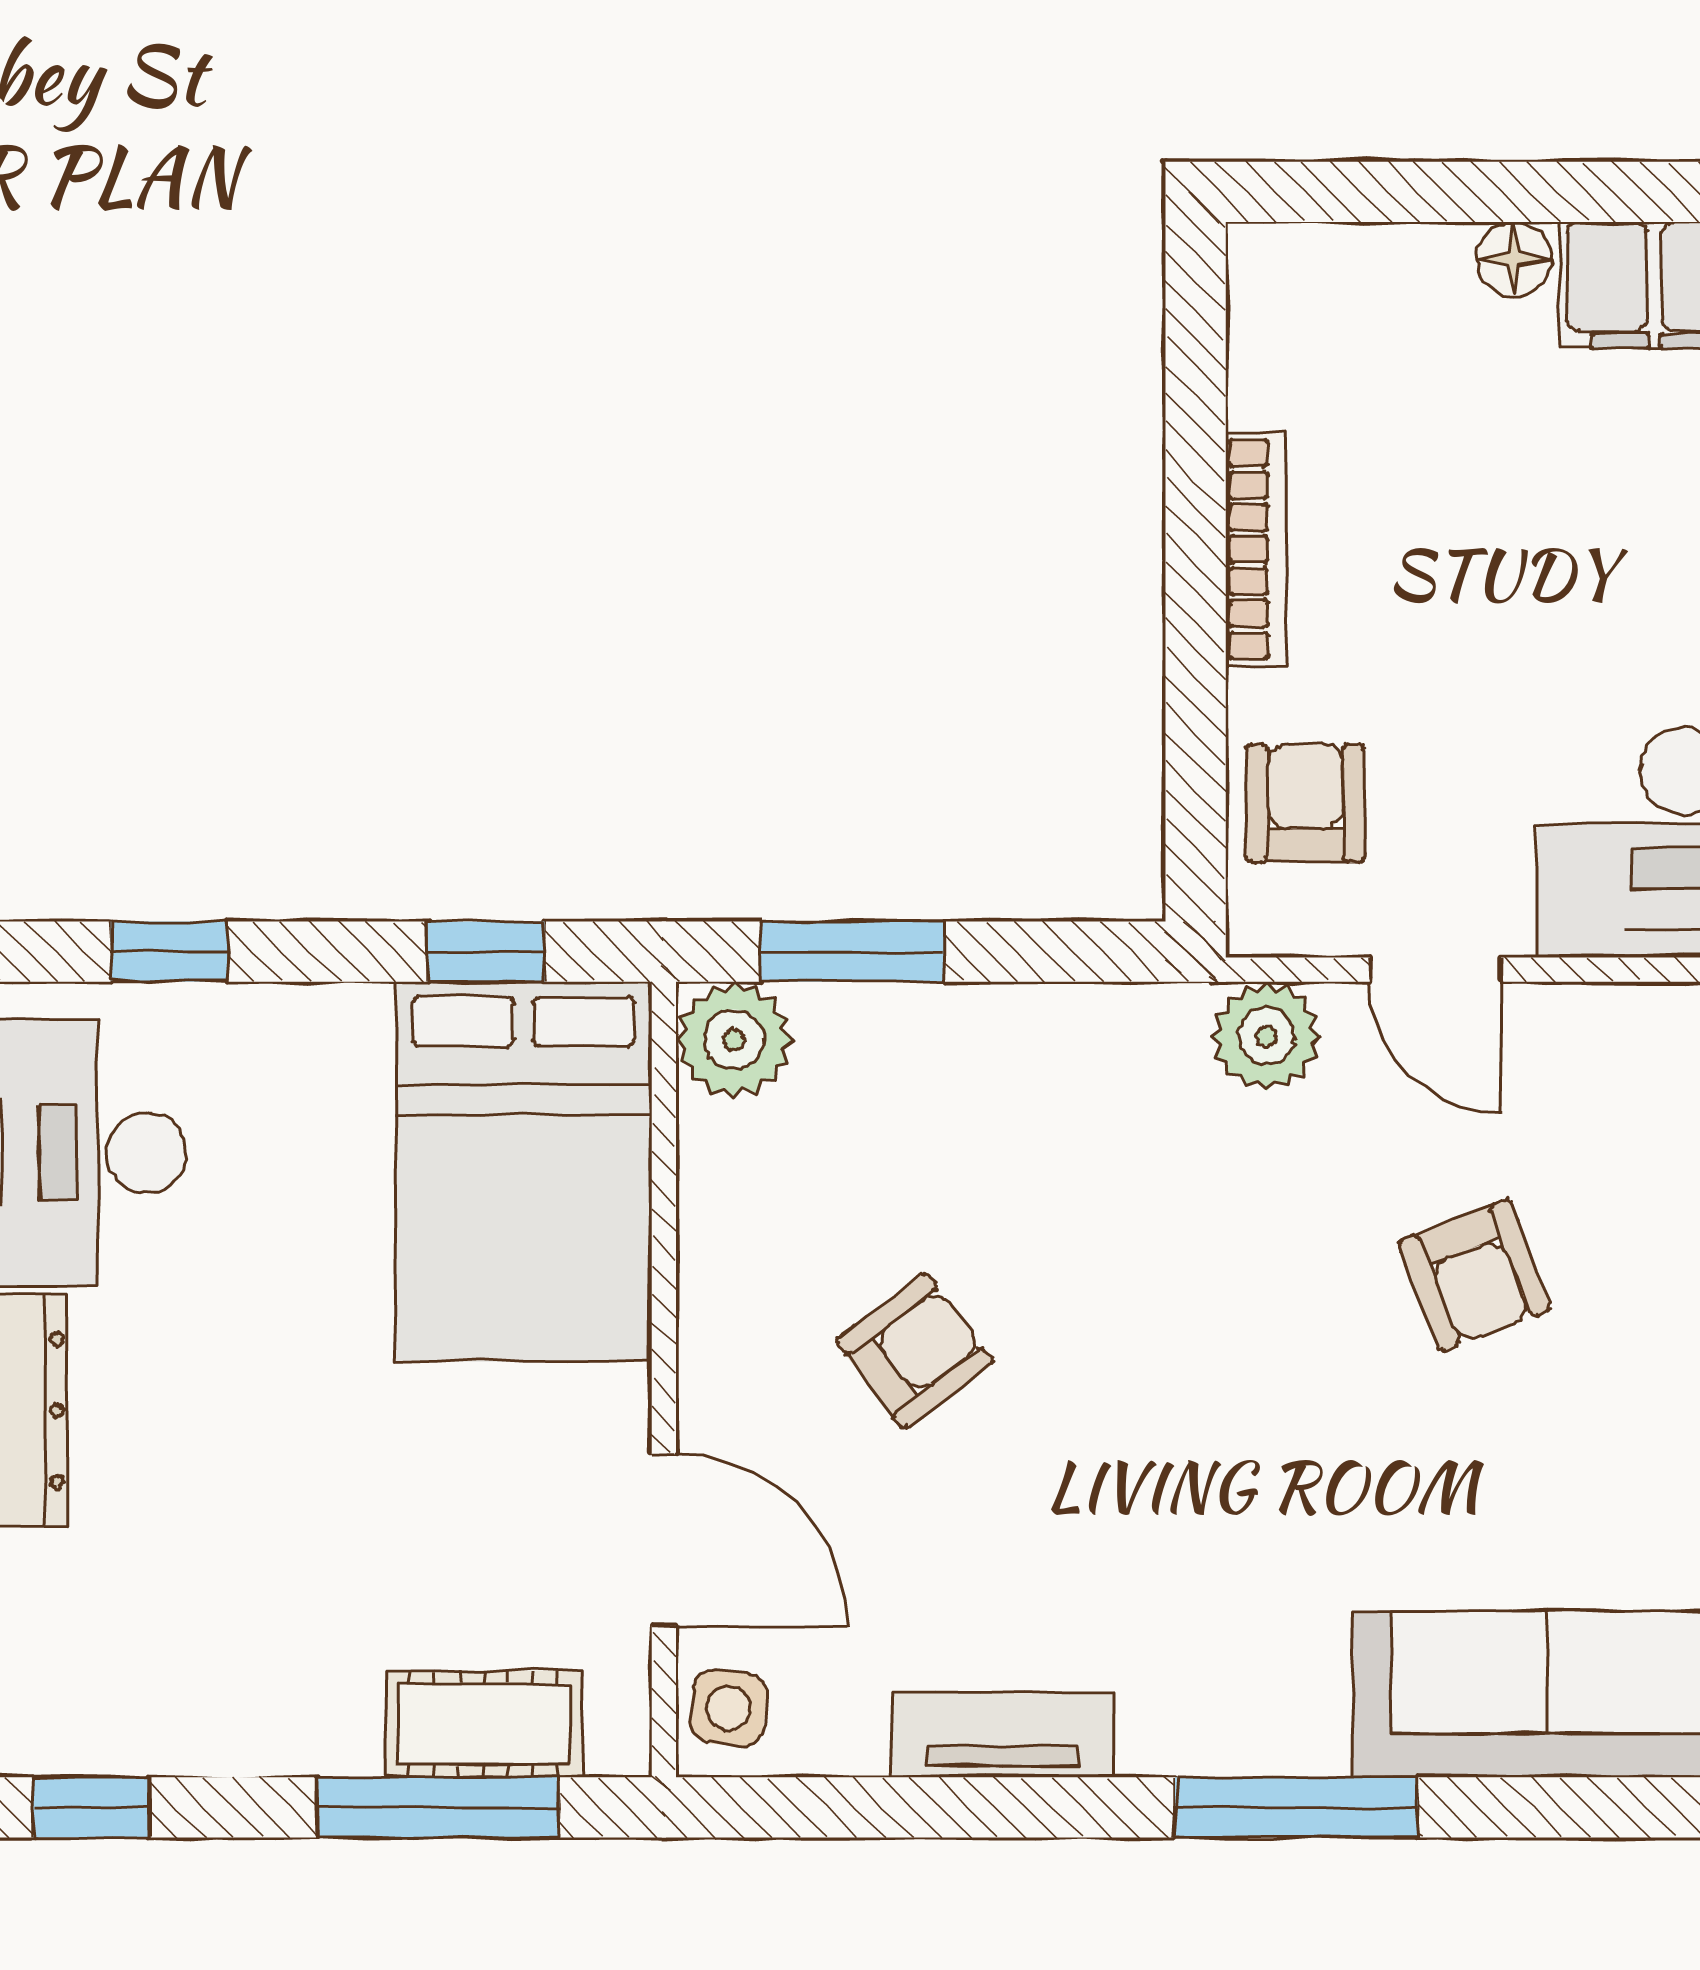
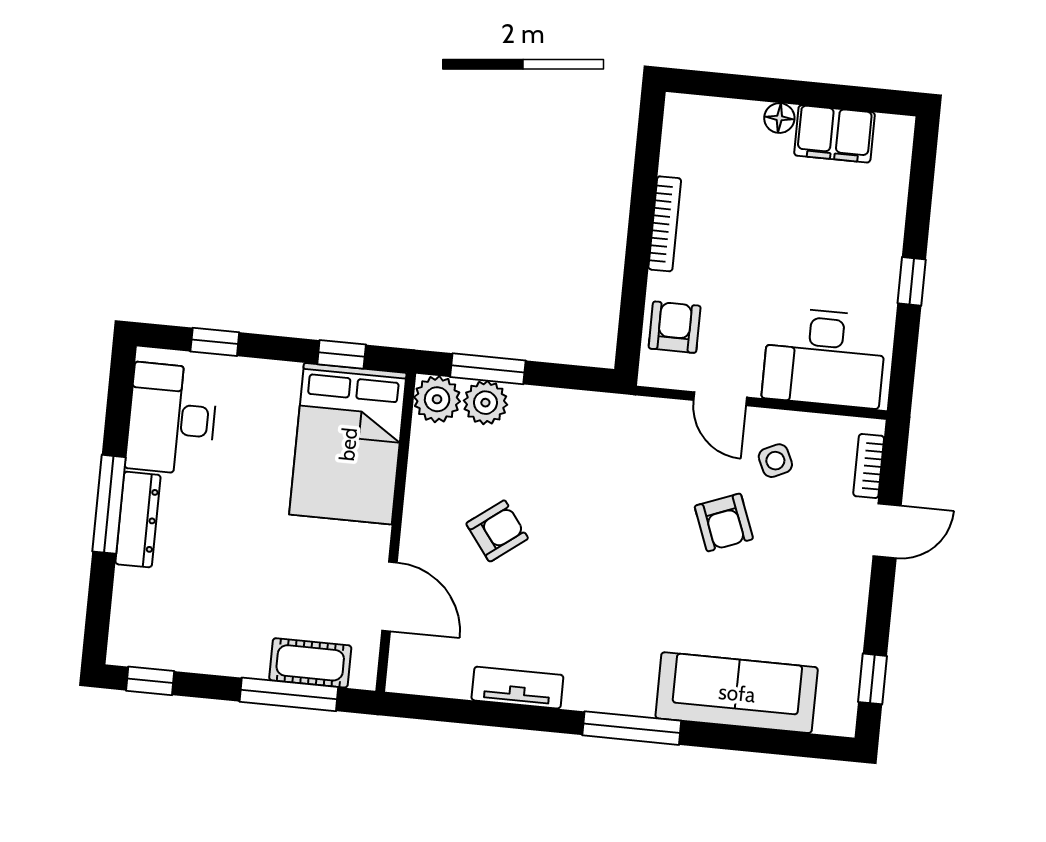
plant: (1267, 1036) -> (485, 403), moved
side table: (728, 1708) -> (775, 461), moved, turned -31

